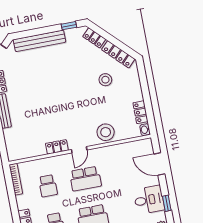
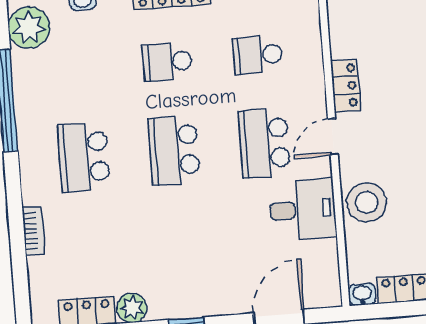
door: (79, 150) -> (333, 137), hinge flipped
desk: (149, 200) -> (303, 210), moved, turned -90

